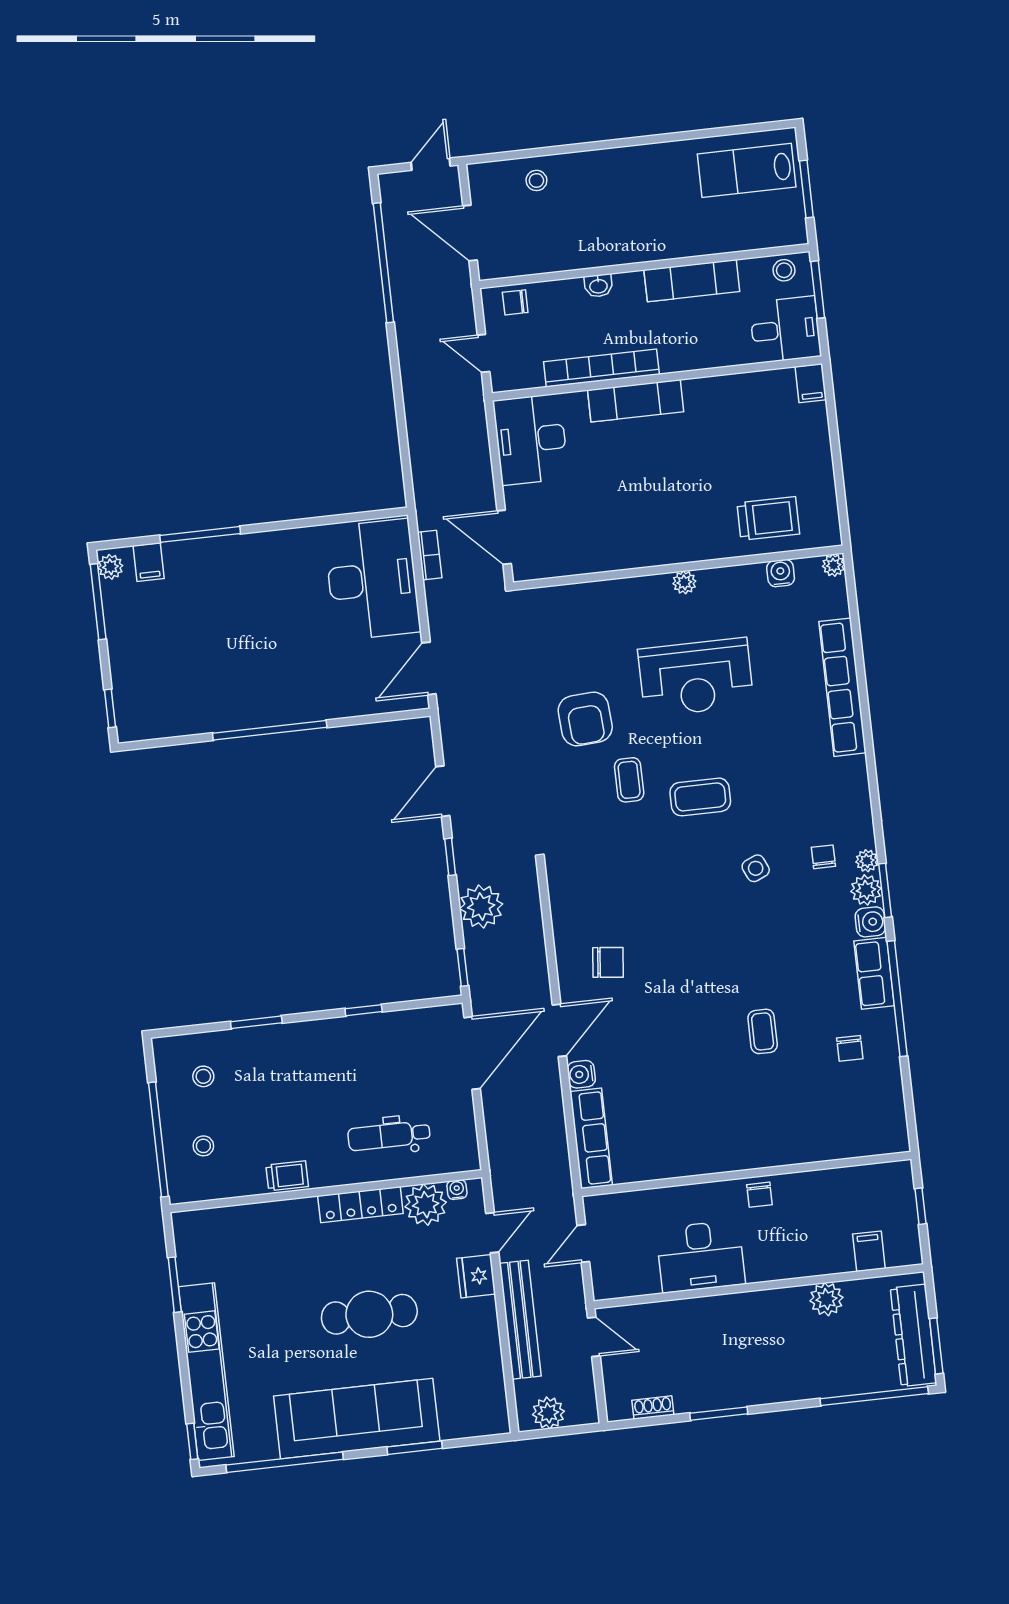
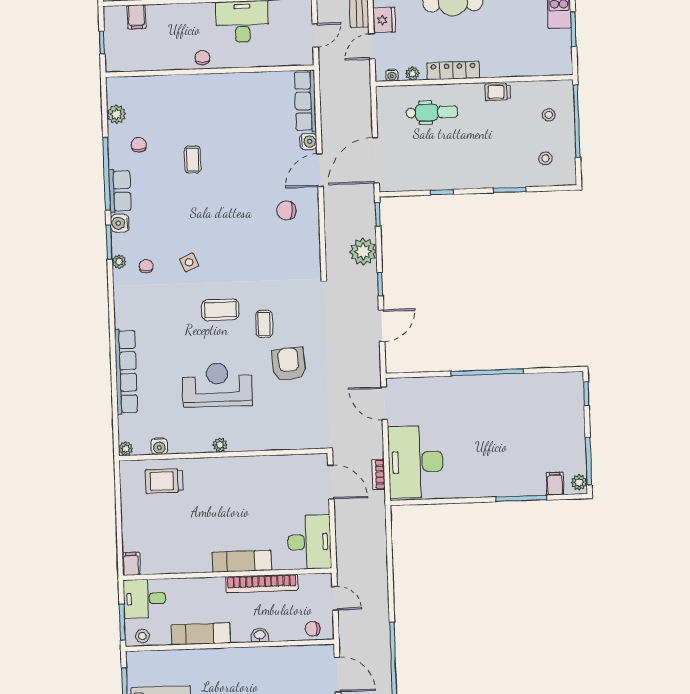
chair: (515, 302) -> (313, 629), turned 180
door: (429, 668) -> (384, 403), swing flipped
chair: (823, 857) -> (146, 266), turned 180
plant: (866, 890) -> (116, 114), moved
plant: (426, 1205) -> (412, 74), width x0.53, depth x0.53

